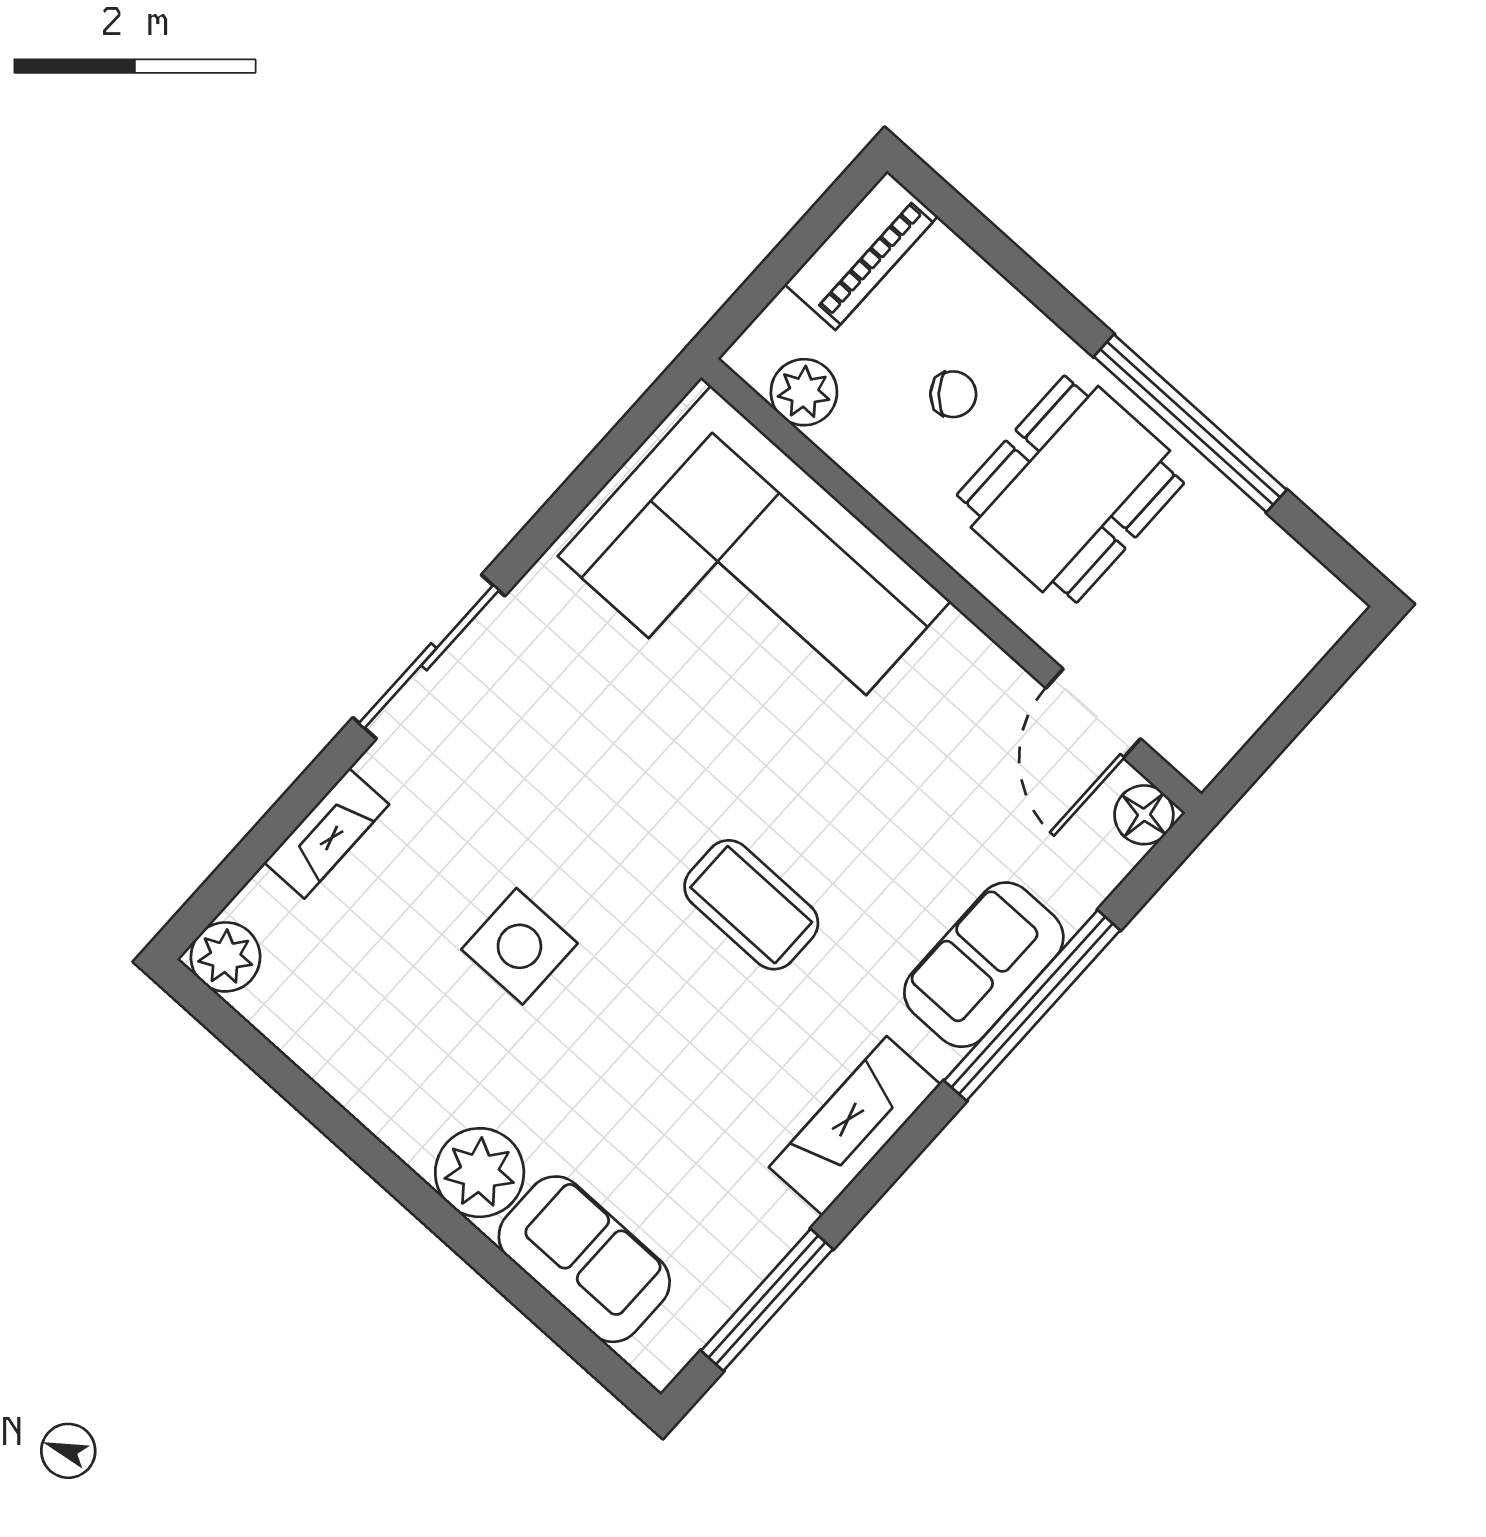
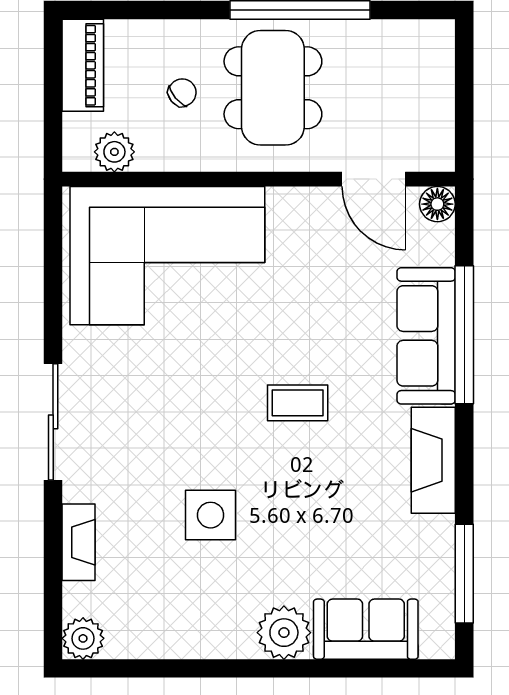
coffee table: (751, 905) -> (298, 403), width x0.73, depth x0.77
sofa: (984, 965) -> (426, 336), width x1.36

